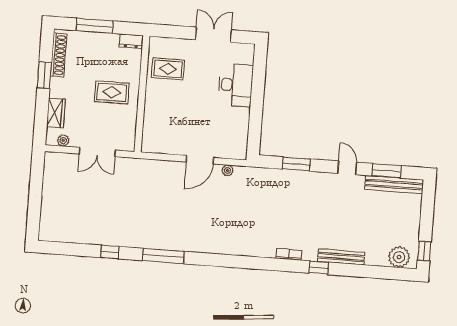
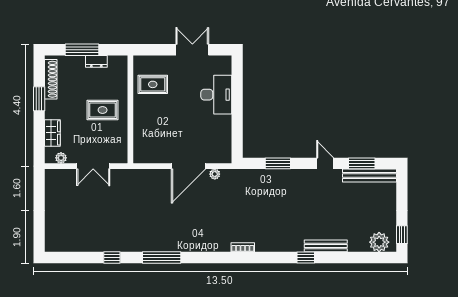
dresser: (131, 41) -> (96, 61), moved
door: (200, 160) -> (188, 166), width x1.36
bookcase: (289, 254) -> (243, 247), moved

